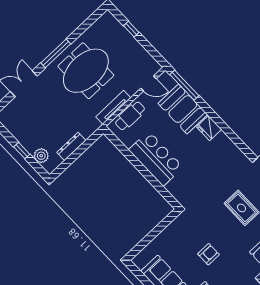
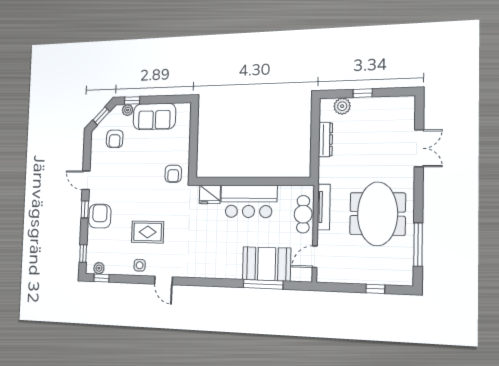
window: (56, 53) -> (418, 244), moved
window: (184, 85) -> (263, 284), moved
fridge: (209, 128) -> (210, 194), moved, turned 180
armchair: (208, 254) -> (173, 174), moved

